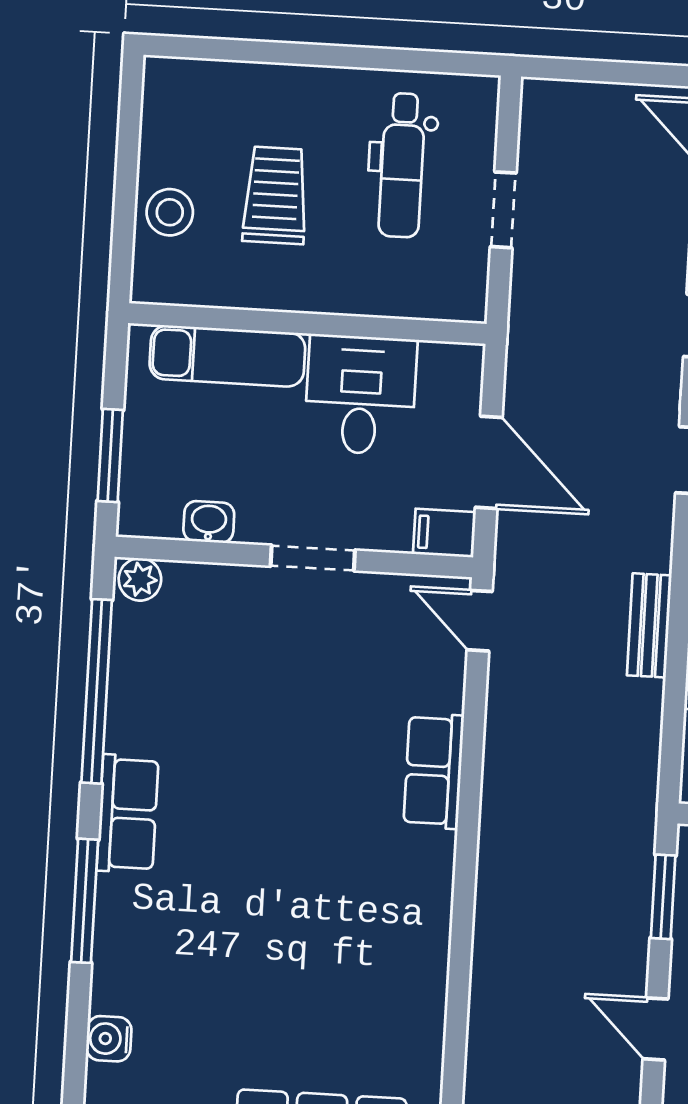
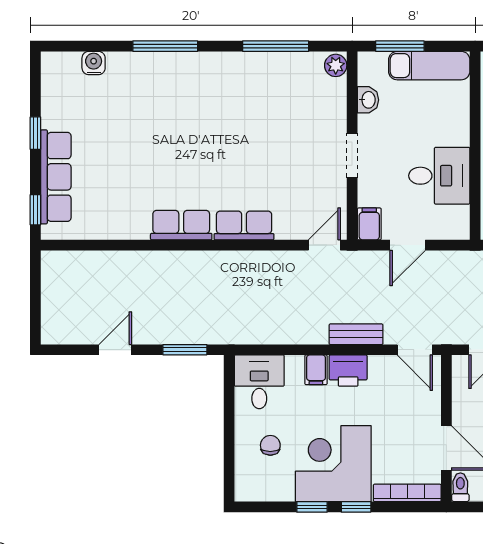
exam couch: (227, 356) -> (429, 66), moved, turned -90
door: (489, 462) -> (408, 245), width x0.73
bench: (649, 625) -> (356, 334), moved
window: (97, 691) -> (276, 46), width x0.68
row of seats: (128, 814) -> (181, 225), moved, turned 180

